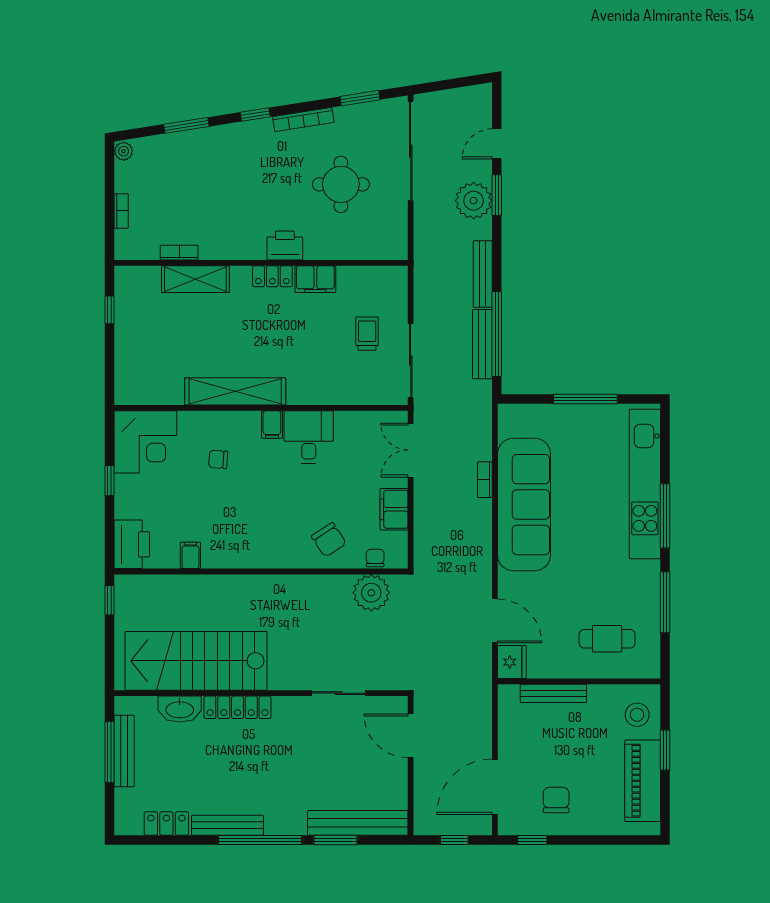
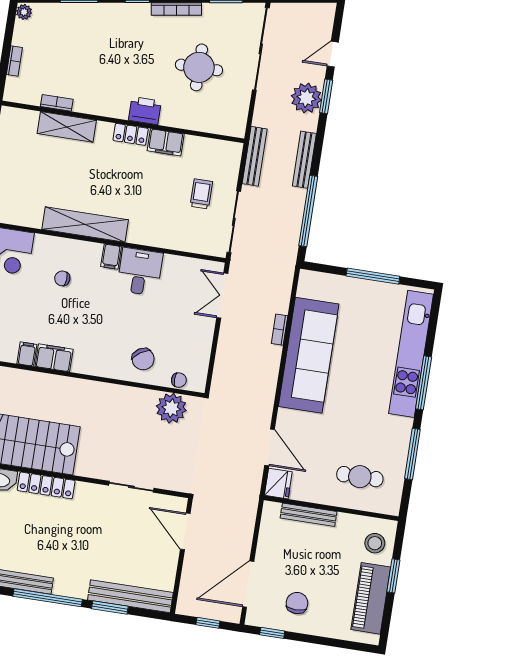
bench: (482, 344) -> (255, 156), moved
filing cabinet: (394, 509) -> (54, 358), moved, turned 90
chair: (375, 558) -> (179, 380), turned 90

